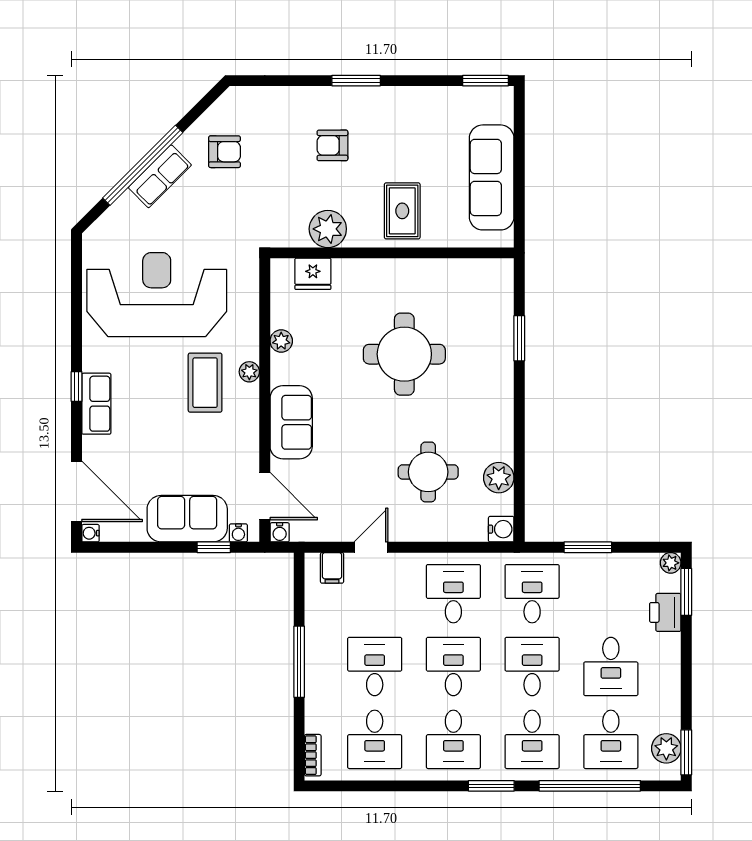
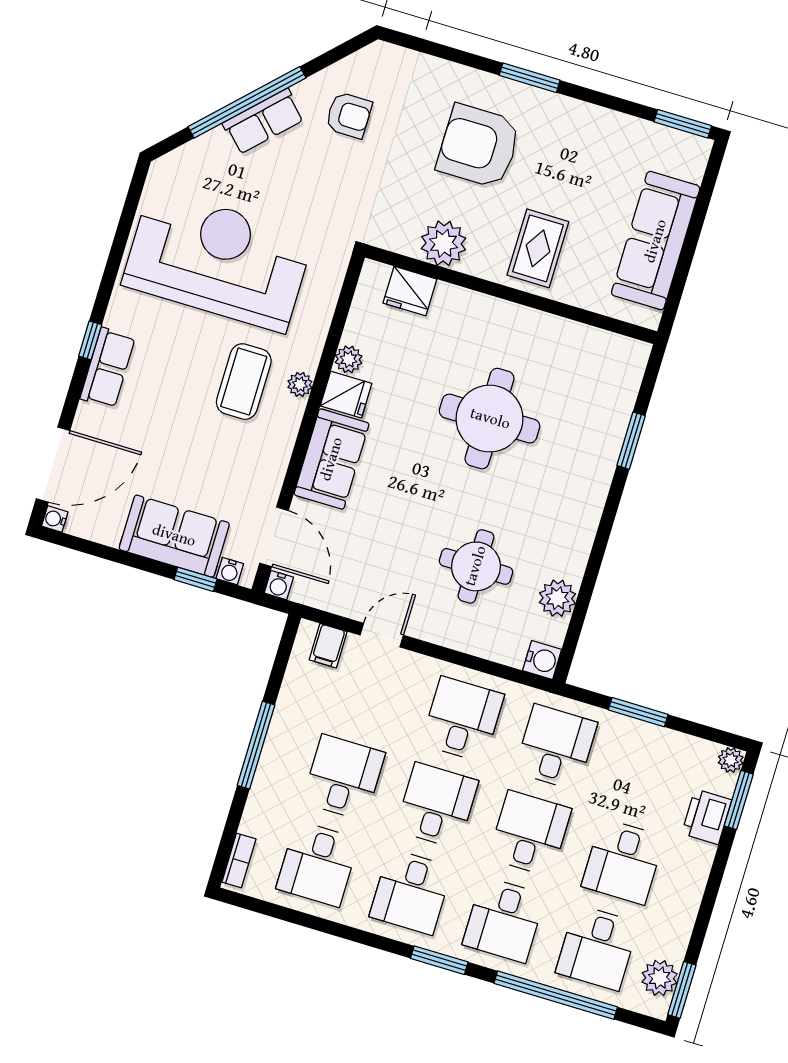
armchair: (332, 145) -> (479, 146), width x1.88, depth x1.88
fridge: (287, 369) -> (346, 395), added
door: (76, 491) -> (53, 465), hinge flipped

